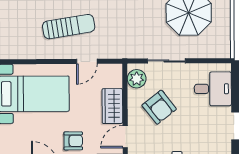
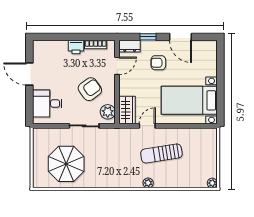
wardrobe: (112, 106) -> (127, 110), moved
armchair: (159, 107) -> (90, 89), turned 92

